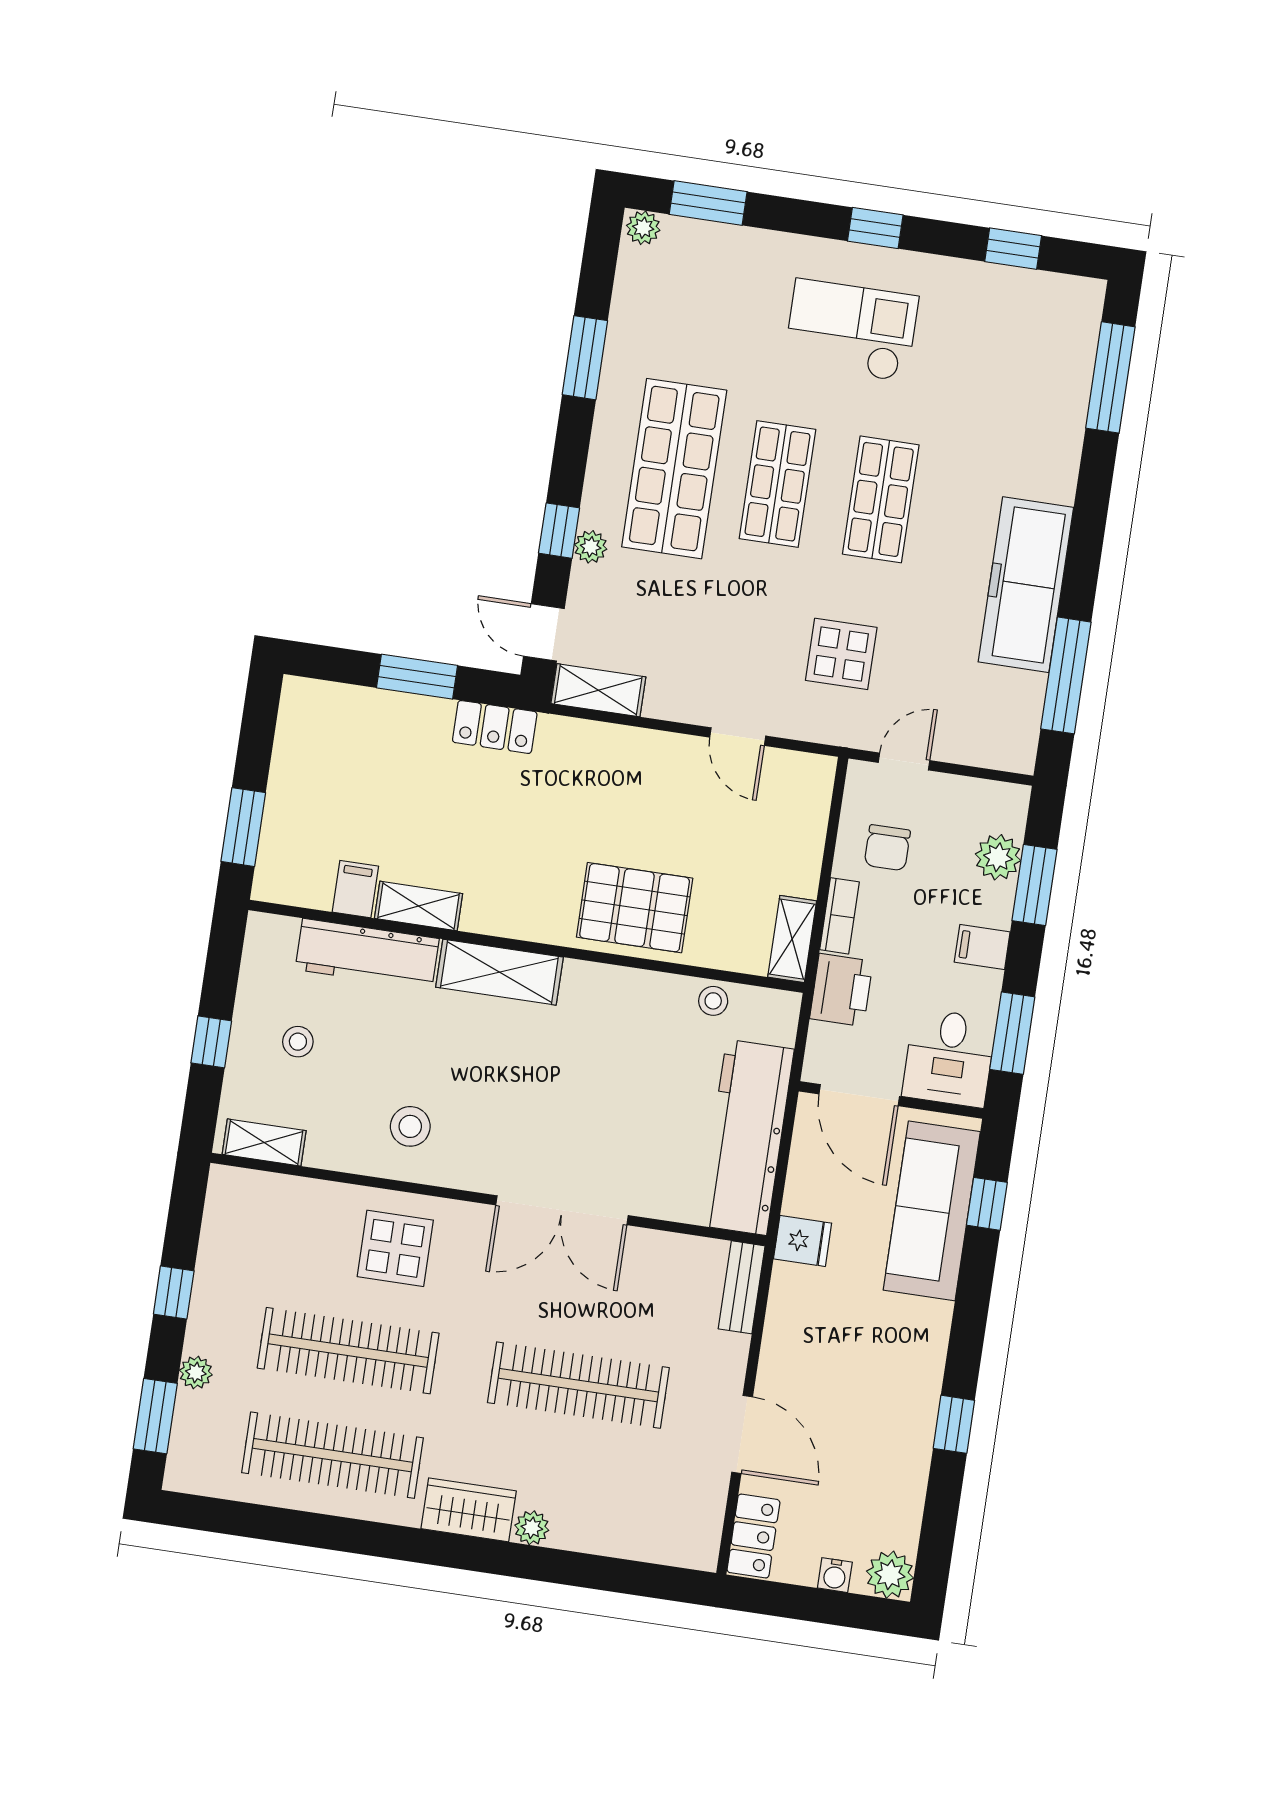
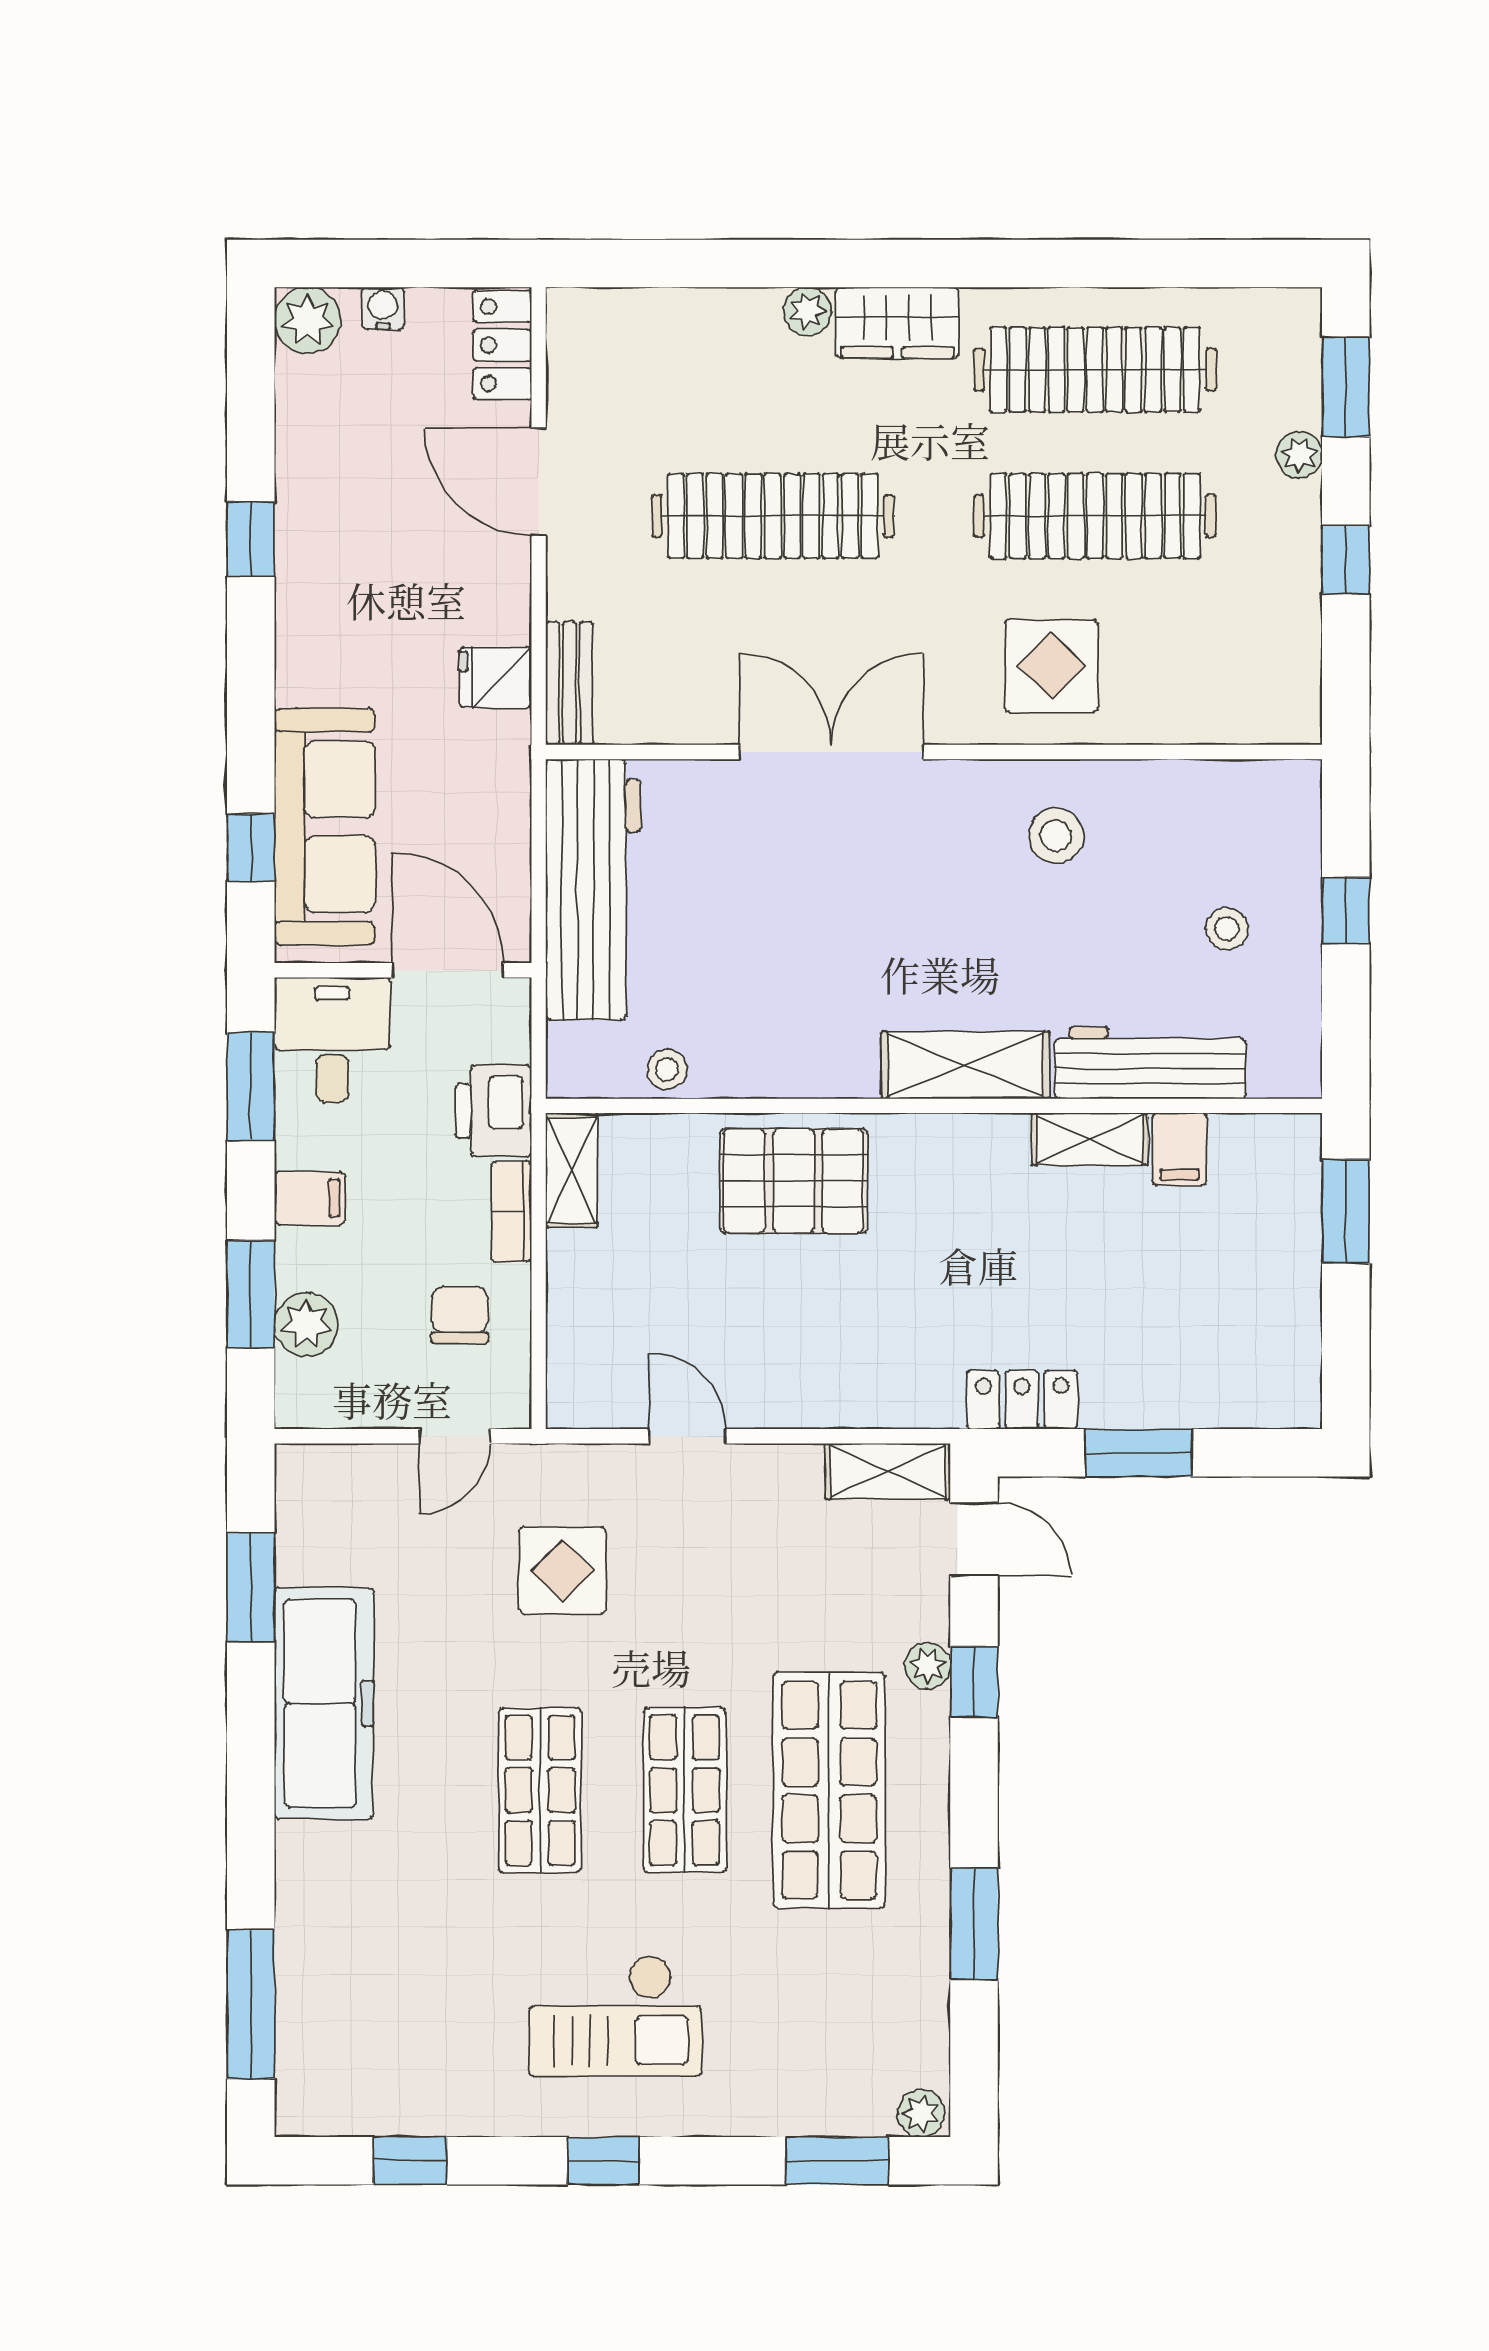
window: (1066, 675) -> (251, 1587), width x0.69
shelving: (264, 1142) -> (1253, 784), removed
fridge: (803, 1241) -> (495, 677), moved

